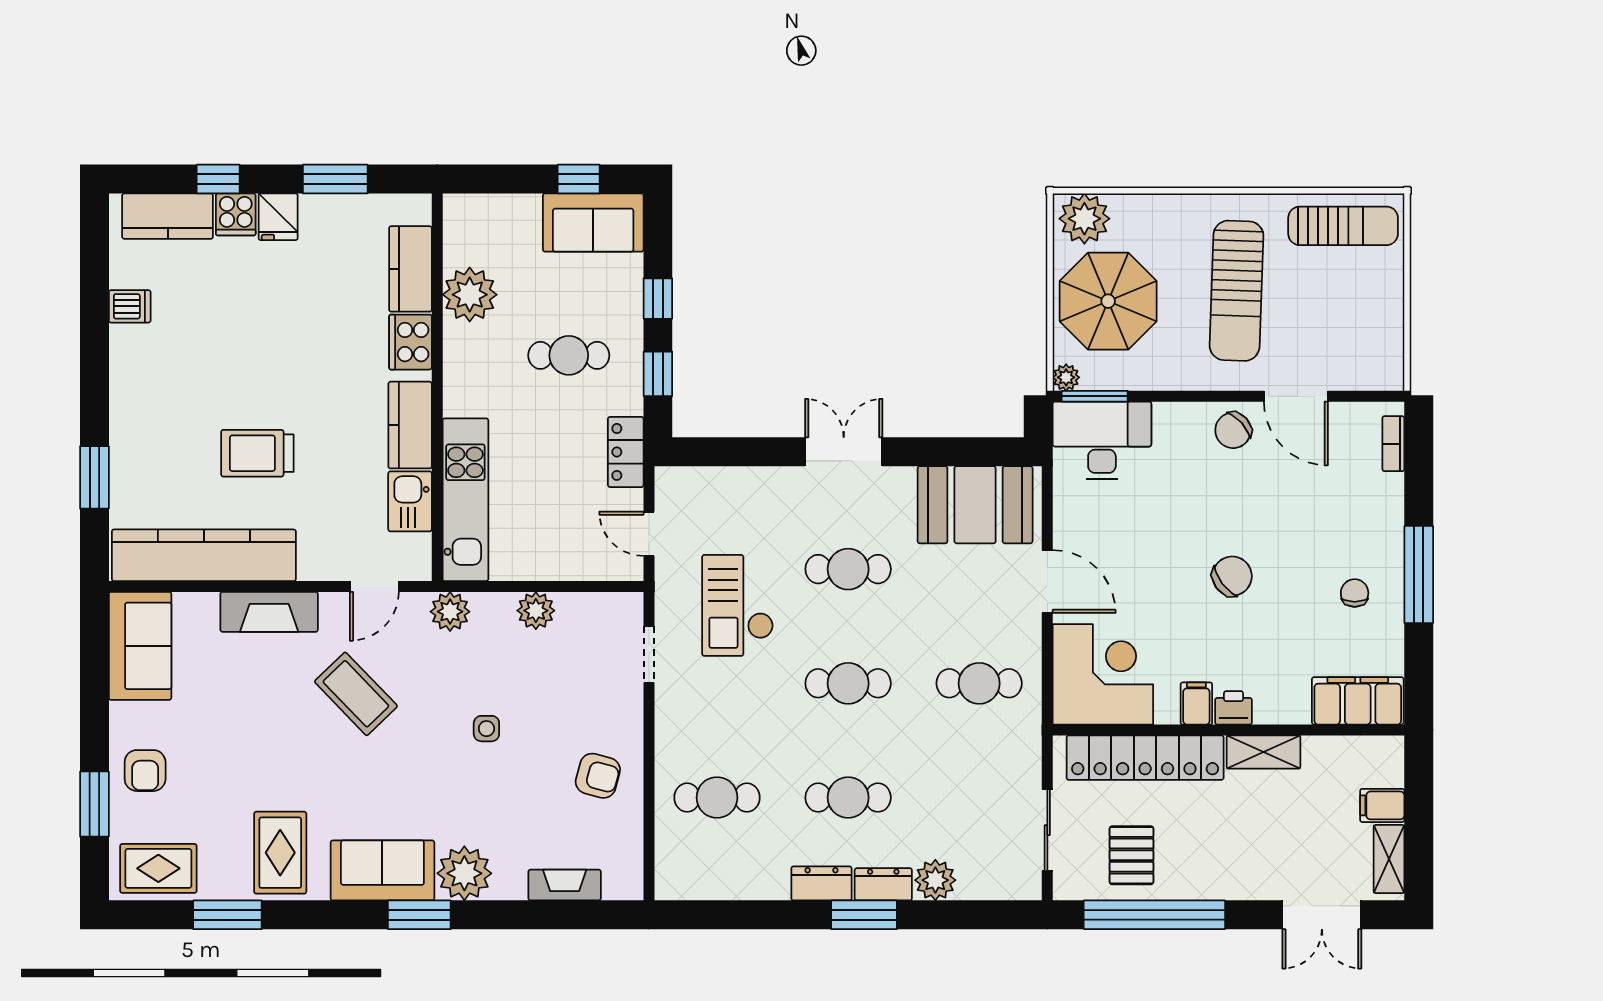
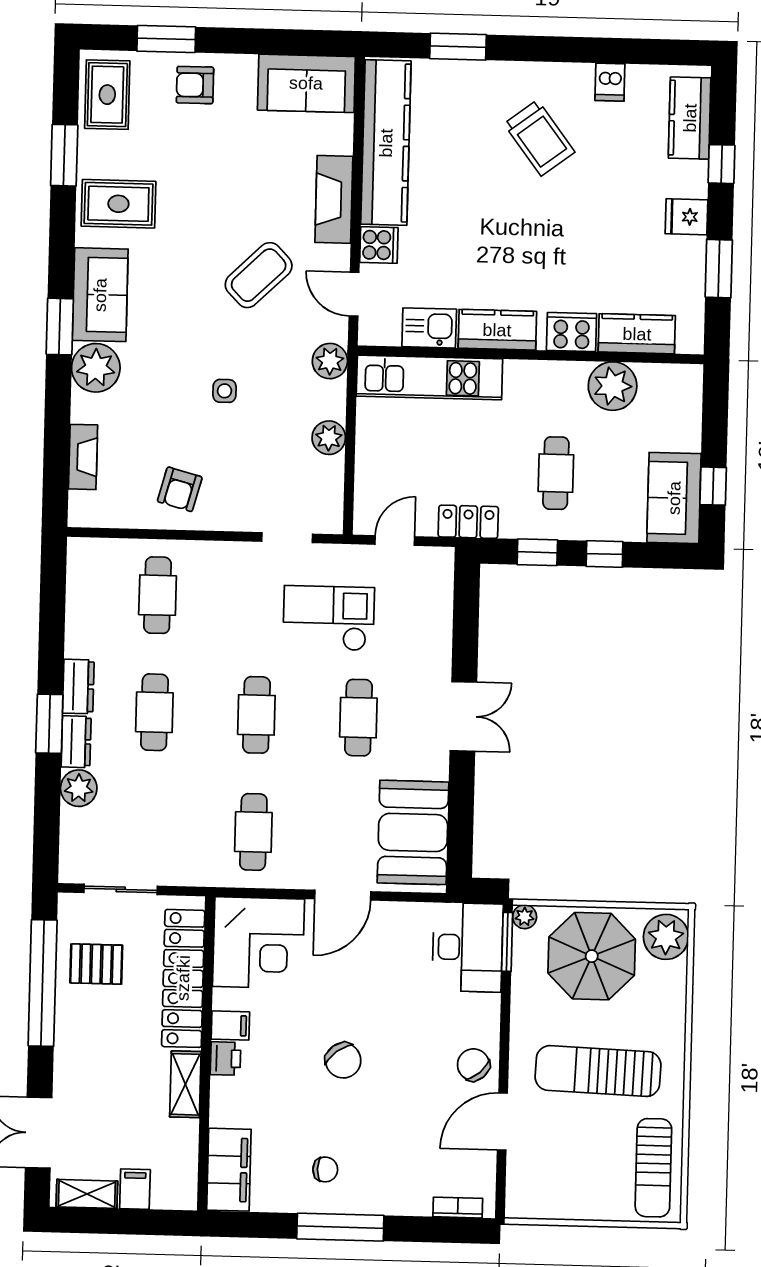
cooker: (236, 214) -> (379, 245), moved, turned 180
trolley: (257, 453) -> (539, 138), moved, turned 143

